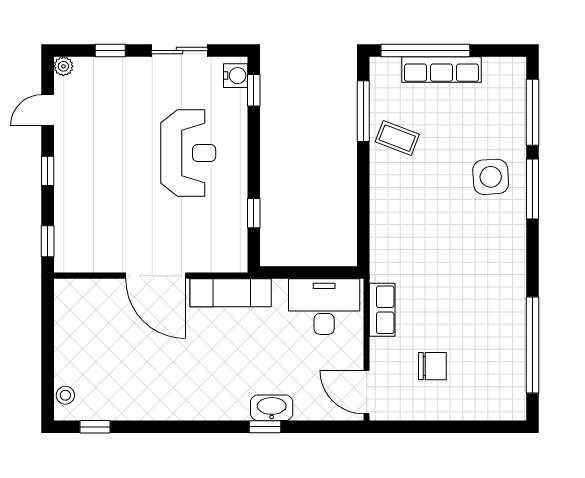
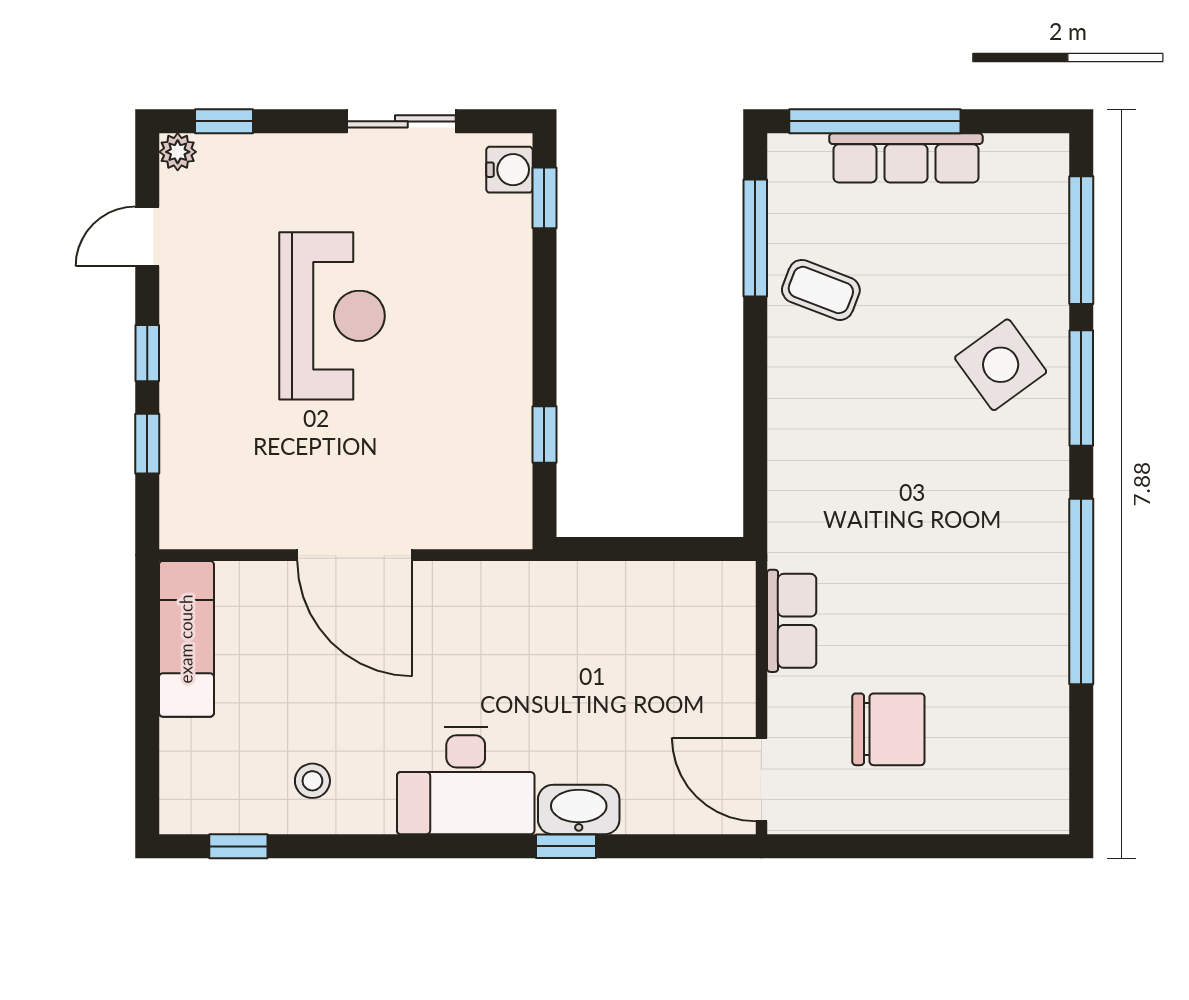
window: (110, 51) -> (224, 121), moved
reception desk: (188, 153) -> (332, 316), moved
side table: (491, 177) -> (1001, 365), turned -32
window: (48, 241) -> (147, 444), moved
exam couch: (231, 293) -> (186, 639), moved, turned -90
desk: (324, 307) -> (466, 781), moved, turned 180
window: (532, 345) -> (1081, 592), moved
chair: (432, 366) -> (888, 729), width x1.37, depth x1.37
stool: (65, 395) -> (312, 781), moved

